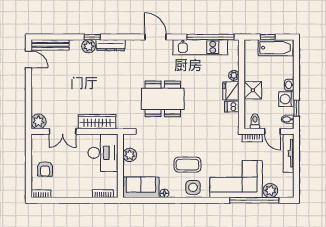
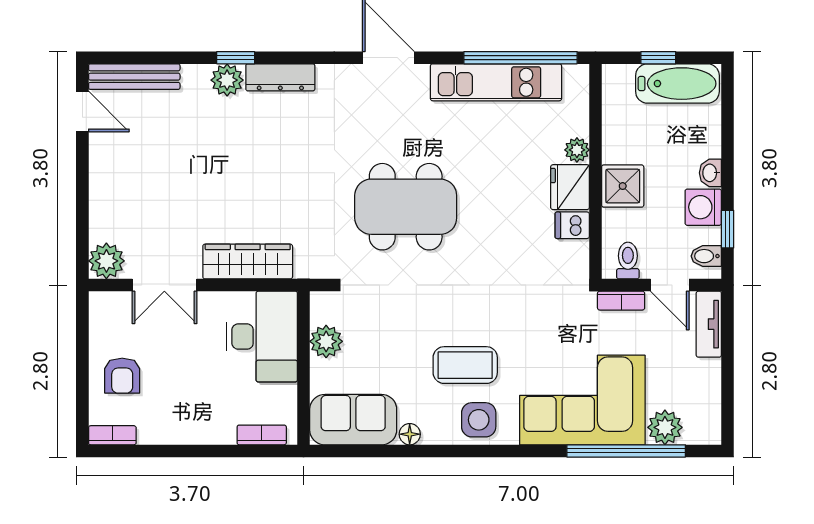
tv unit: (289, 153) -> (709, 324), width x0.71

